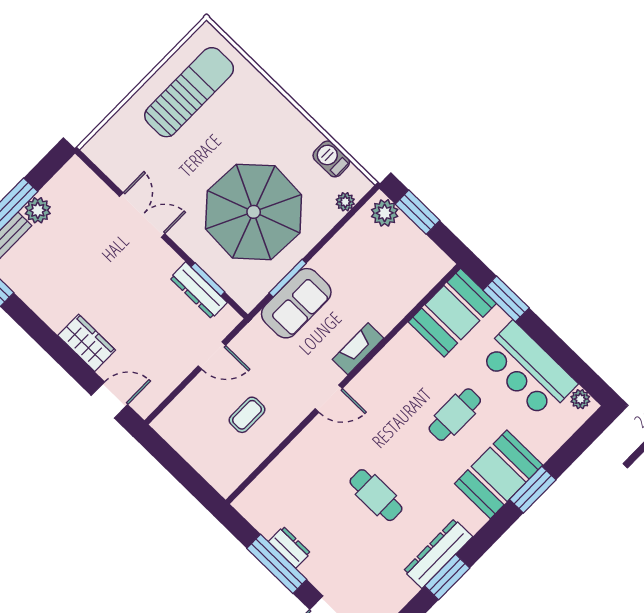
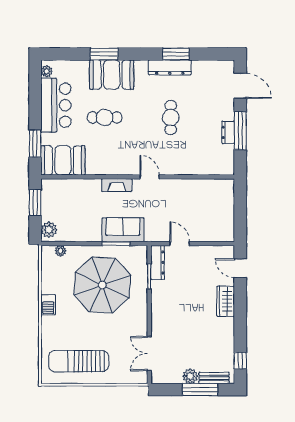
barbecue: (331, 159) -> (48, 305), moved
window: (418, 212) -> (35, 203), moved
double door: (142, 215) -> (149, 354), moved
dresser: (199, 290) -> (158, 262), moved
coffee table: (247, 415) -> (190, 204), removed

